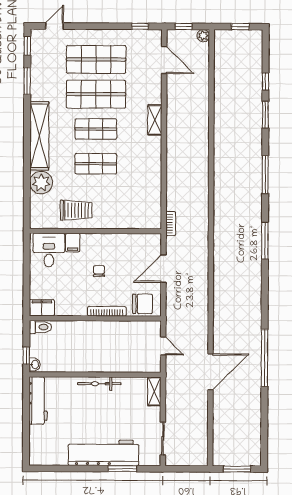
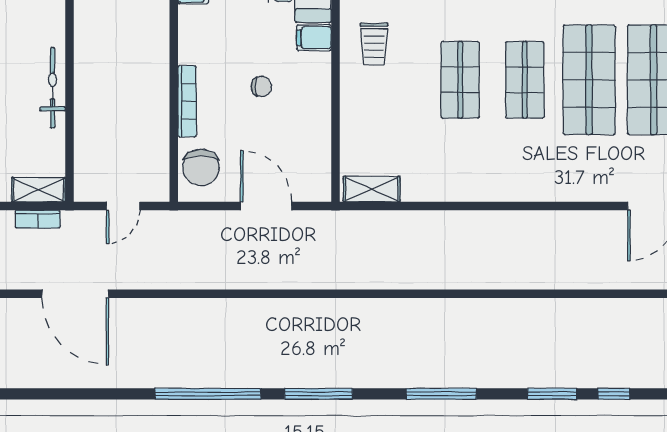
shelving: (155, 120) -> (372, 189), moved
trolley: (76, 210) -> (374, 44), width x0.73, depth x0.72
bookcase: (171, 224) -> (38, 219), moved
window: (265, 358) -> (208, 394), moved

